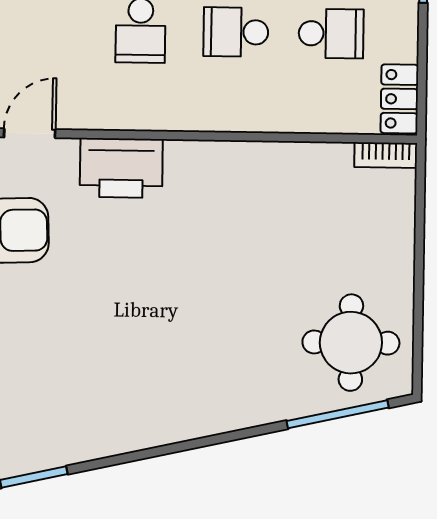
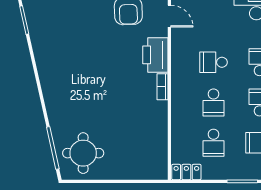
school desk: (236, 32) -> (213, 102), turned 180
bookcase: (386, 155) -> (163, 87), moved

